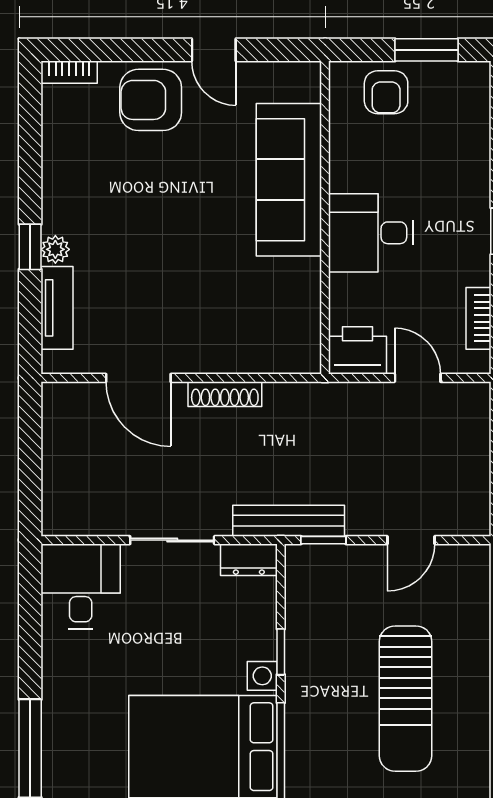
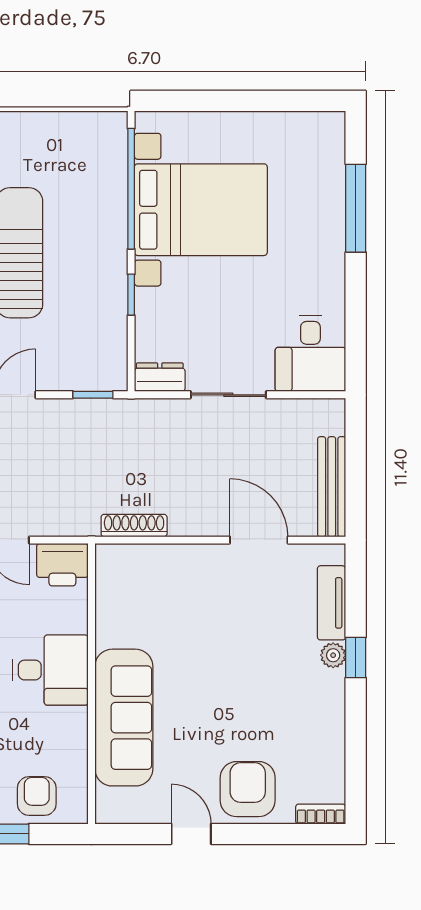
armchair: (151, 100) -> (248, 789), turned -90
shoe rack: (225, 394) -> (134, 526), moved
bench: (289, 521) -> (332, 487), moved, turned 90

